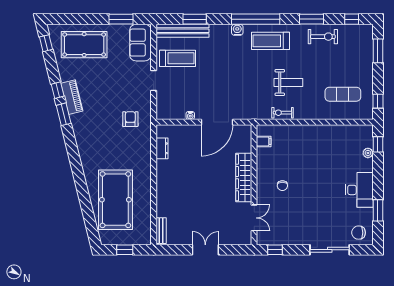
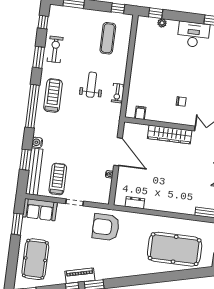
water cooler: (237, 30) -> (37, 142), moved
treadmill: (271, 41) -> (53, 96), turned 180
armchair: (130, 119) -> (106, 227), width x1.88, depth x1.88

